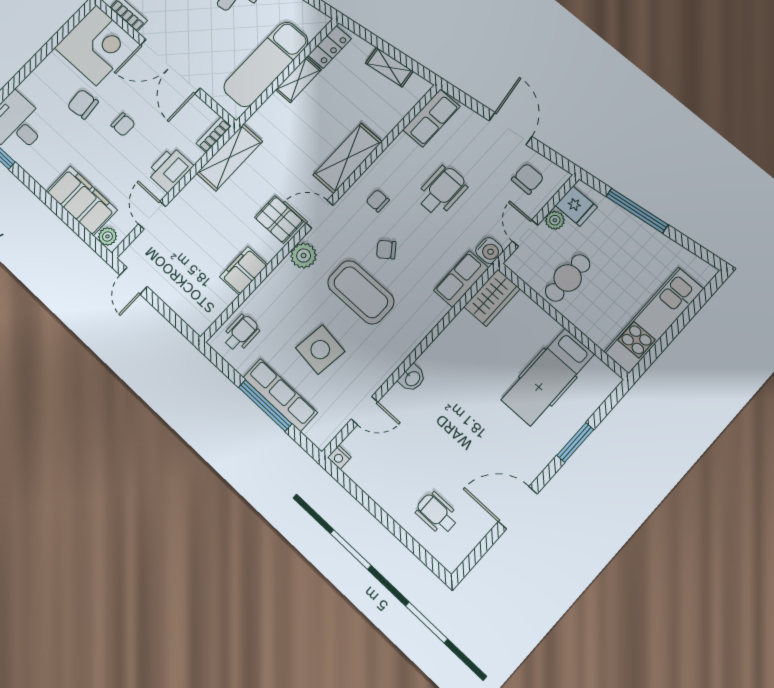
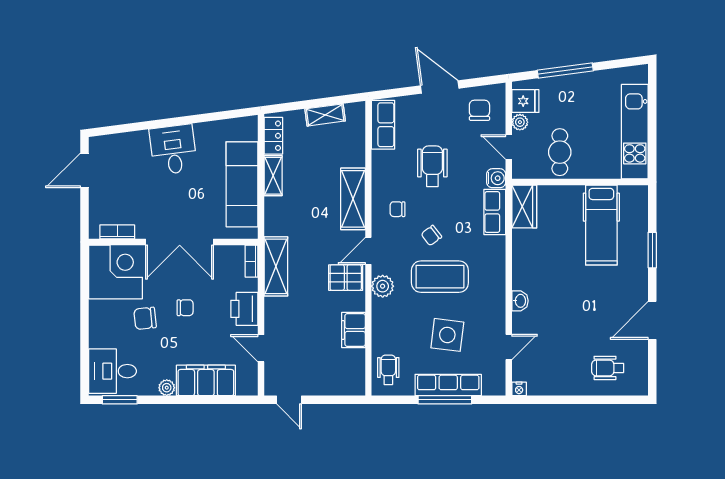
plant: (107, 236) -> (167, 388), moved

